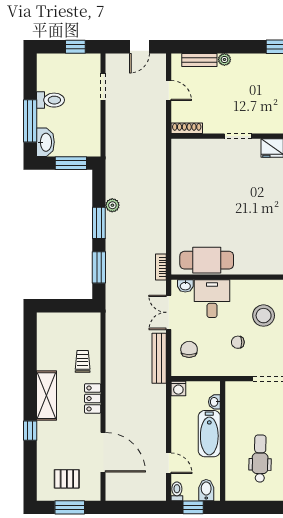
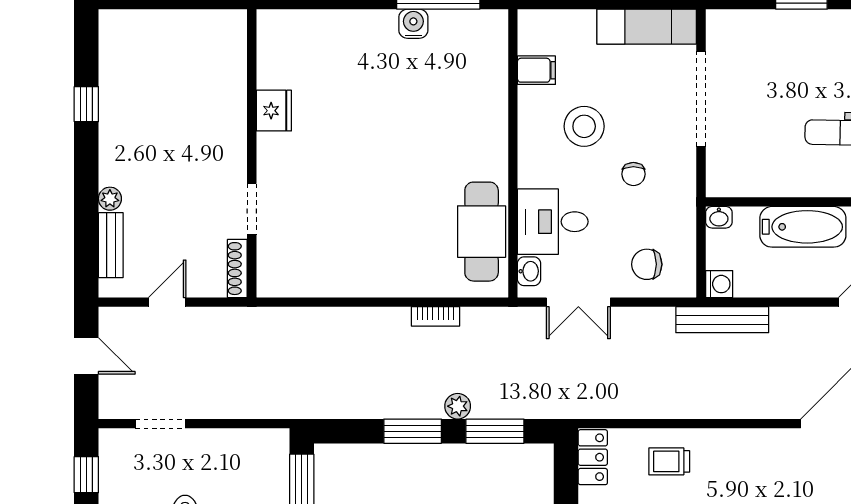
doorway: (238, 136) -> (252, 209), moved
plant: (112, 205) -> (458, 406), moved
bookcase: (161, 267) -> (435, 316), moved
bench: (159, 358) -> (722, 320), moved
locker: (93, 398) -> (593, 457), moved, turned -90
washbasin: (214, 402) -> (719, 217), moved

